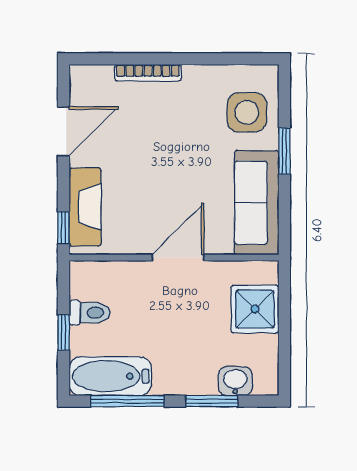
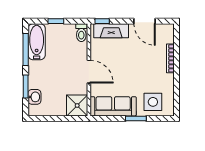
shower: (255, 309) -> (77, 106), moved
toilet: (90, 313) -> (81, 33), moved

